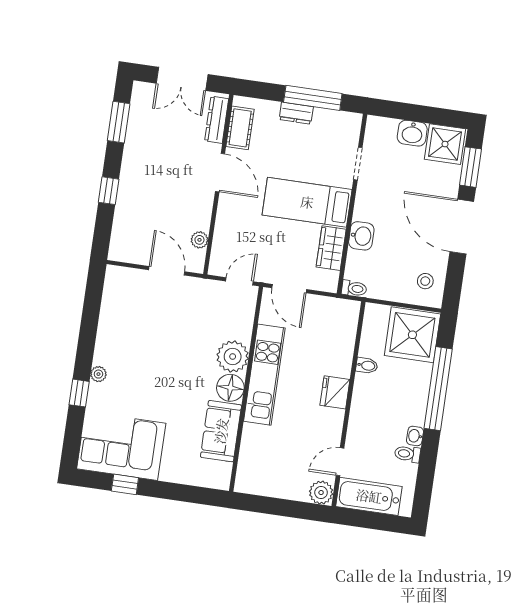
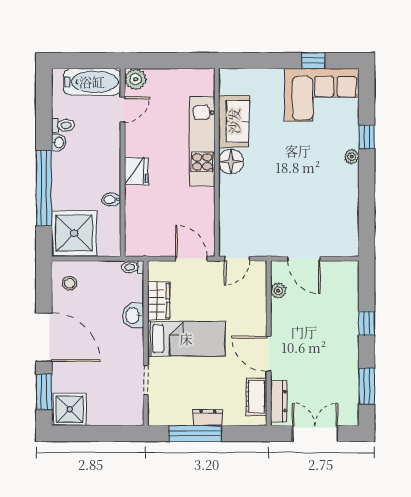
washbasin: (412, 133) -> (101, 415), removed
plant: (233, 356) -> (233, 190), removed
kitchen unit: (264, 375) -> (202, 141), moved

